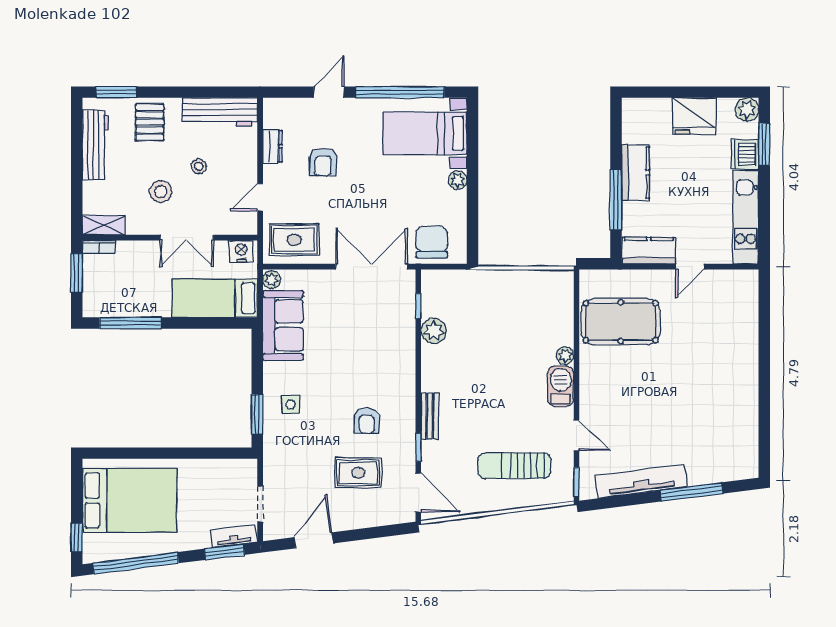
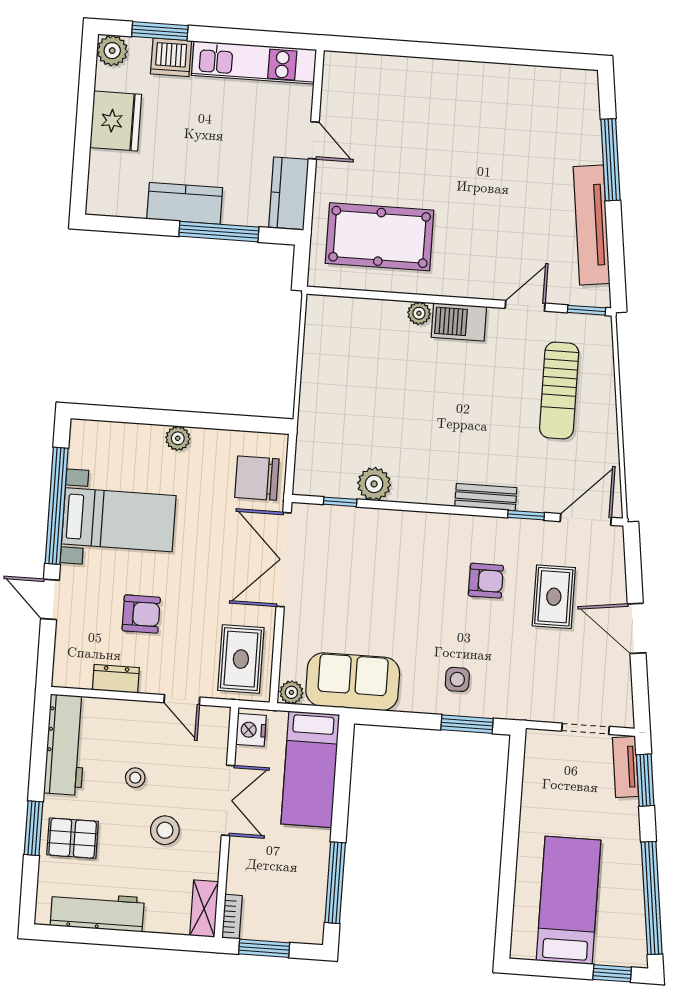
window: (117, 92) -> (34, 828), moved
bed with nightstands: (425, 133) -> (119, 520), moved, turned -90
pool table: (621, 322) -> (380, 237), turned 90
bed: (130, 500) -> (569, 900), width x0.67
door: (314, 540) -> (637, 628), moved

